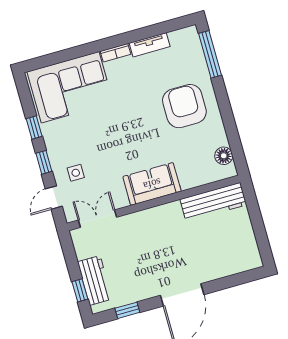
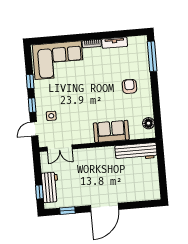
armchair: (184, 106) -> (129, 86), width x0.53, depth x0.53
sofa: (152, 184) -> (111, 131), moved
double door: (97, 219) -> (60, 148), swing flipped

